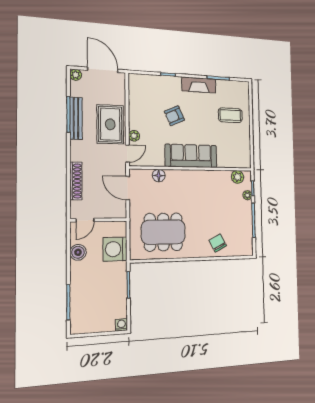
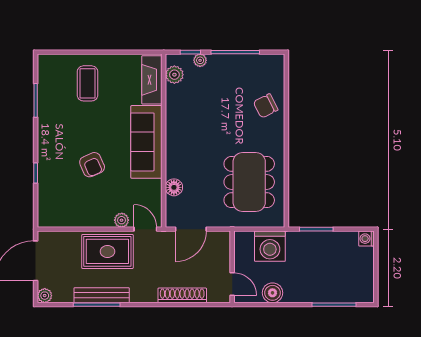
fireplace: (199, 85) -> (152, 80), moved, turned 180

